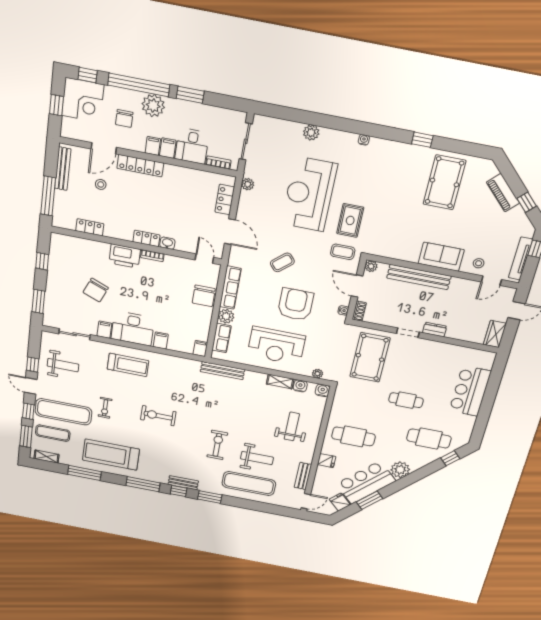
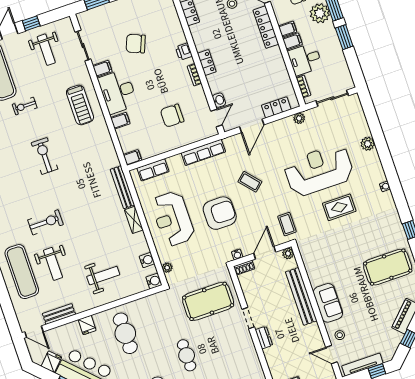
rug: (350, 220) -> (339, 207), moved
washbasin: (167, 243) -> (219, 100), moved
printer: (125, 256) -> (184, 52), width x0.53, depth x0.68
chair: (204, 296) -> (172, 116), moved
plant: (226, 316) -> (175, 163), removed
shelving: (280, 382) -> (134, 220), moved

